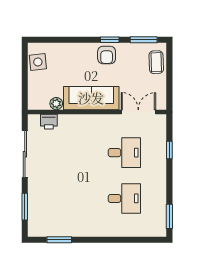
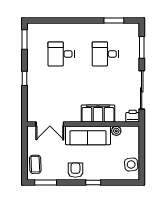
window: (110, 40) -> (93, 183), moved
printer: (49, 122) -> (133, 116), moved
filing cabinet: (79, 125) -> (98, 114), added
window: (169, 150) -> (25, 78), moved
desk: (124, 153) -> (105, 54), moved

